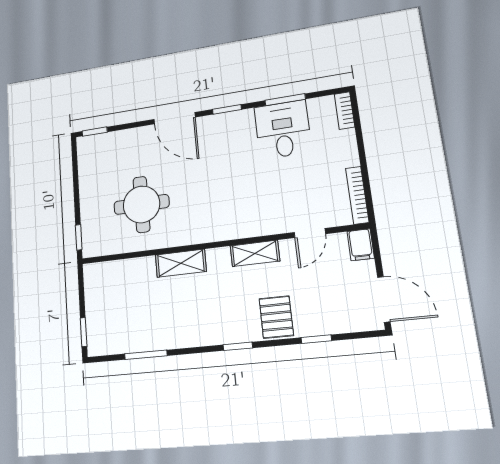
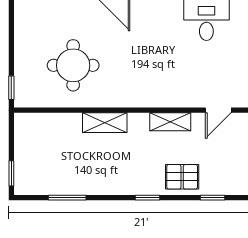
pallet: (276, 317) -> (182, 177), turned 90

